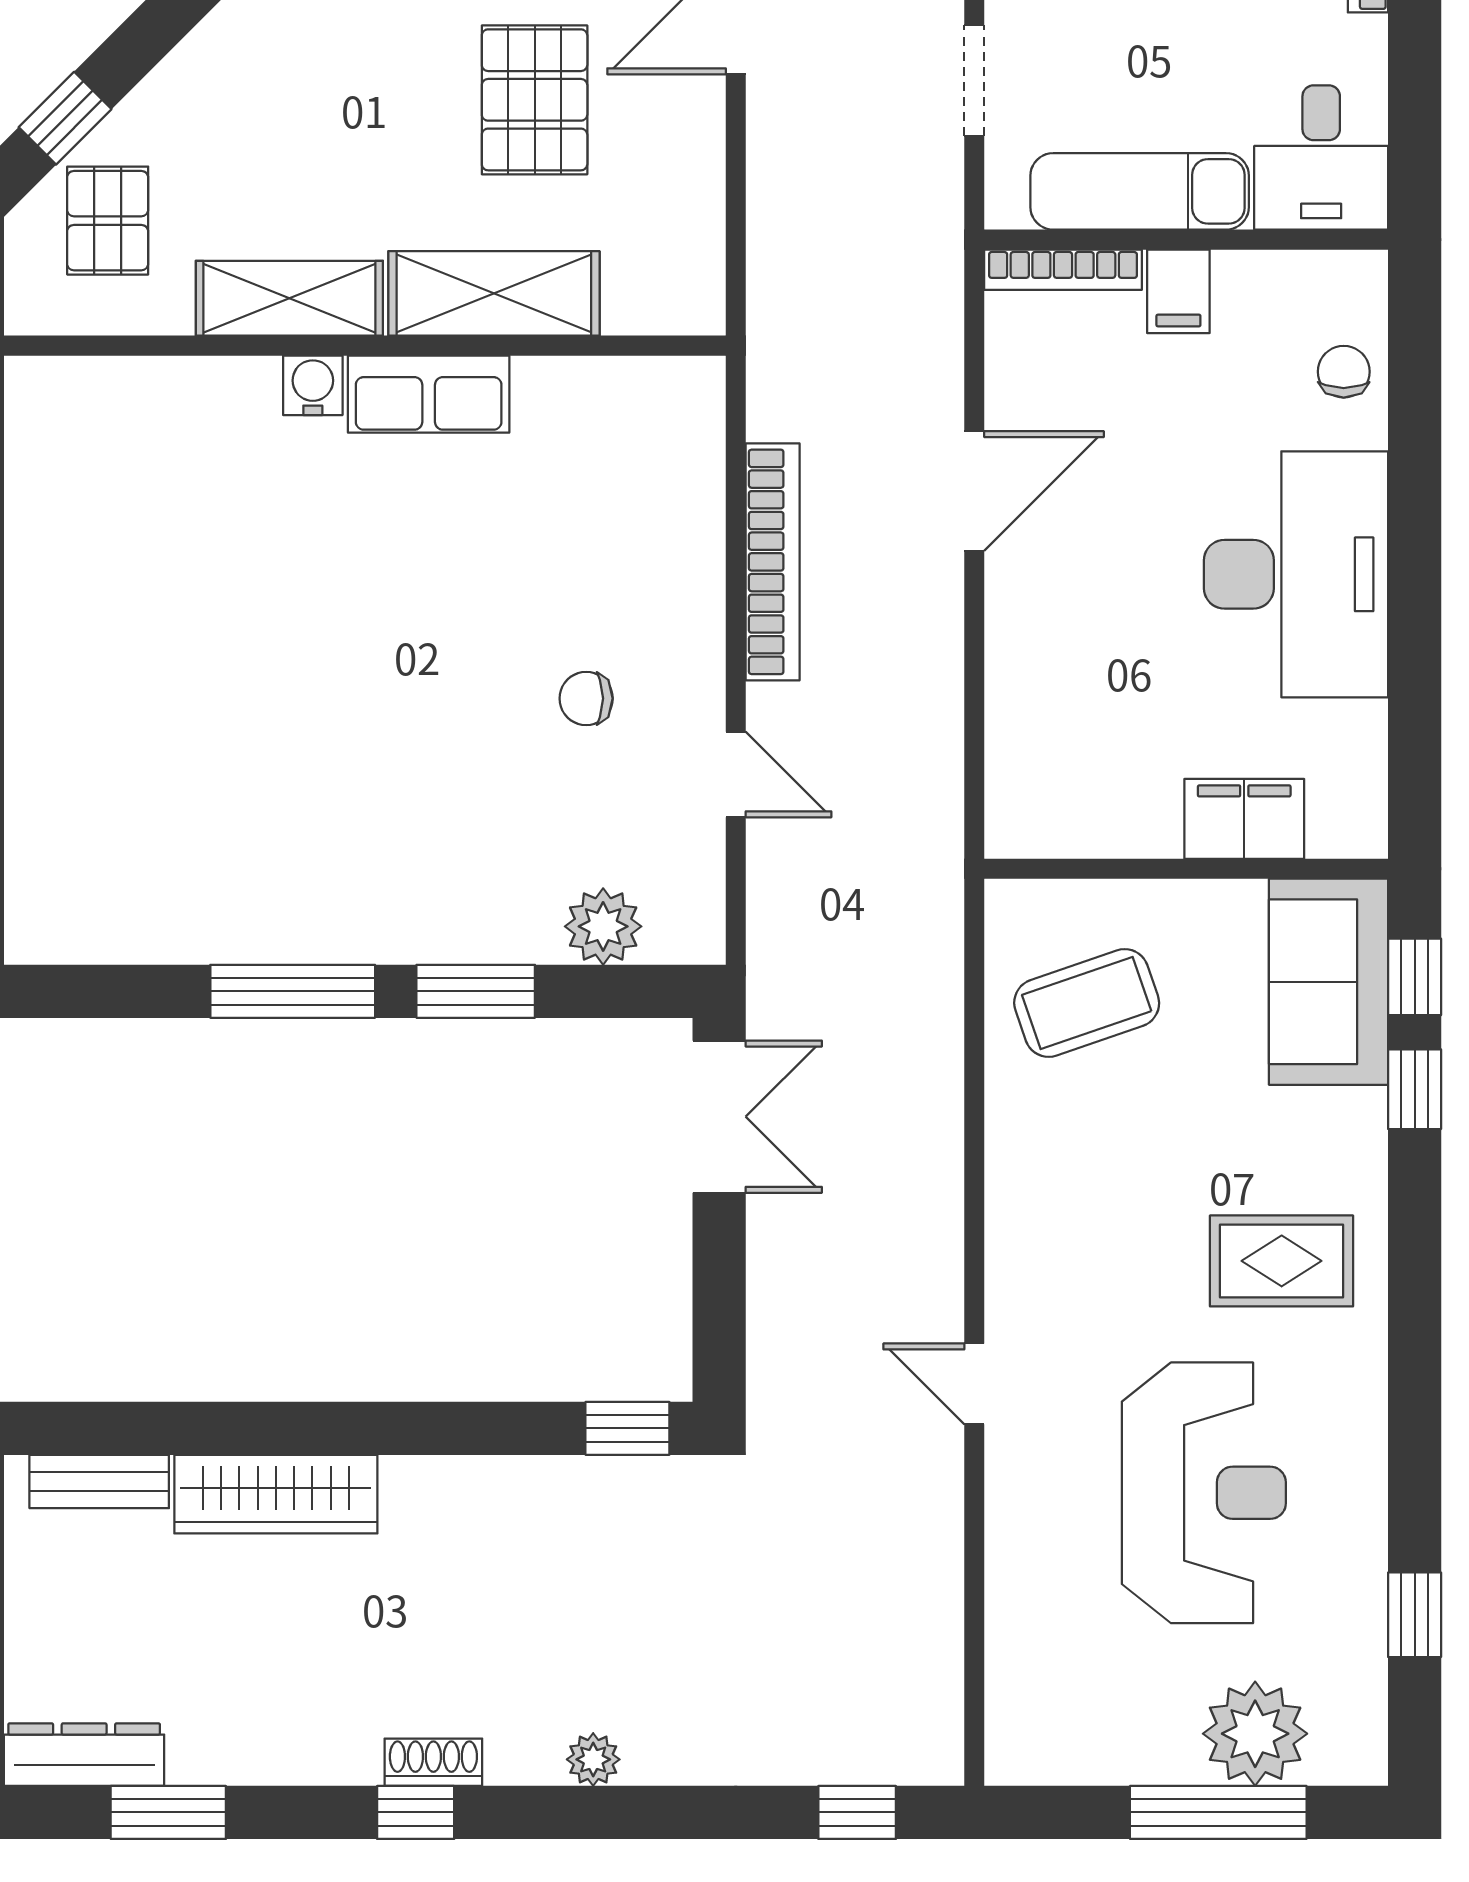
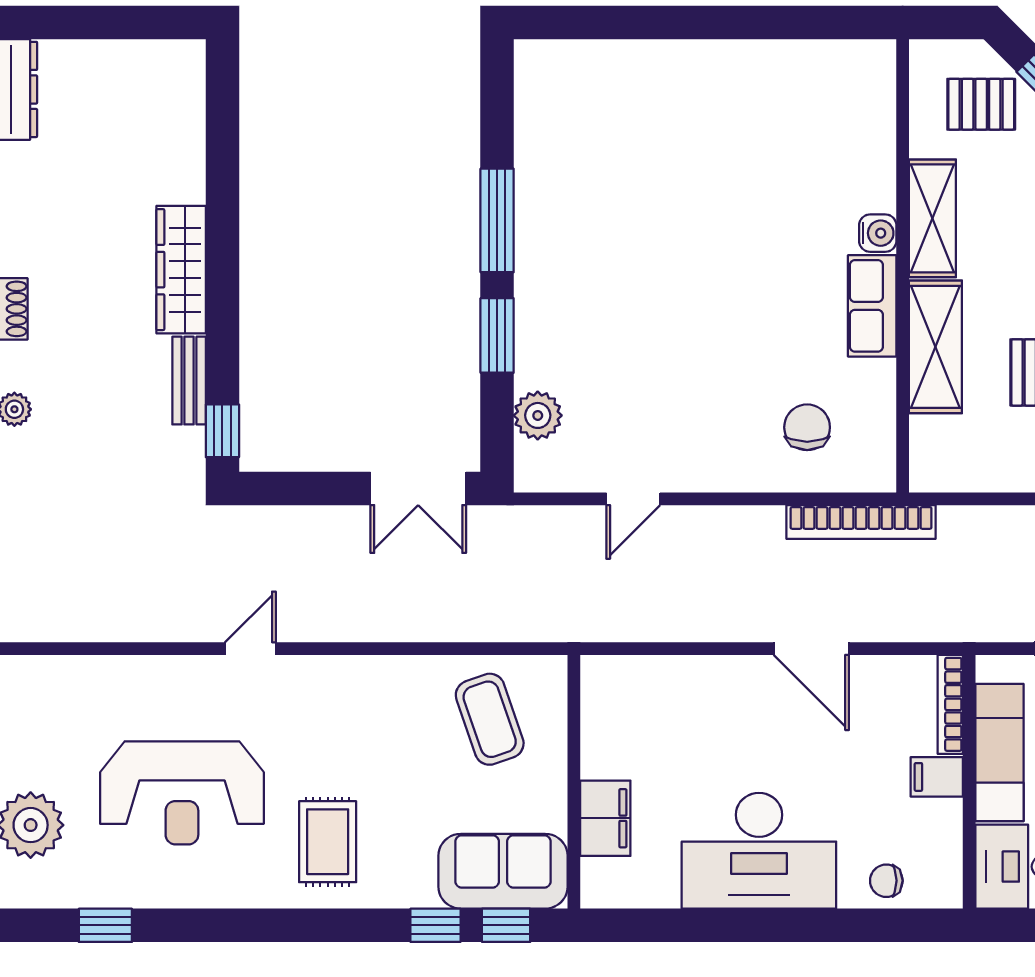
chair: (1344, 372) -> (886, 881), turned 180
bookcase: (773, 562) -> (861, 522), moved
chair: (586, 698) -> (807, 427), moved, width x1.37, depth x1.37
bench: (99, 1482) -> (189, 381), moved
wardrobe: (276, 1494) -> (181, 270), moved

